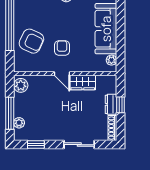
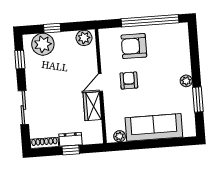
armchair: (31, 41) -> (134, 46), turned 65
armchair: (62, 48) -> (129, 80), turned -90
window: (10, 113) -> (52, 28), width x0.46
plant: (19, 123) -> (43, 44), width x1.87, depth x1.87

